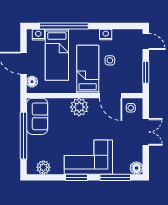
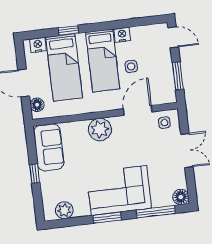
window: (64, 26) -> (69, 30), width x0.32
bed: (88, 69) -> (103, 61), moved, turned 180
door: (111, 96) -> (138, 110), swing flipped
window: (24, 136) -> (35, 174), width x0.32

